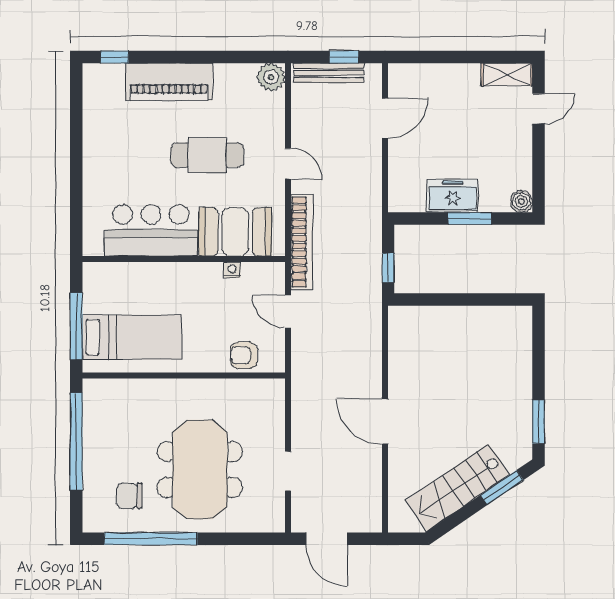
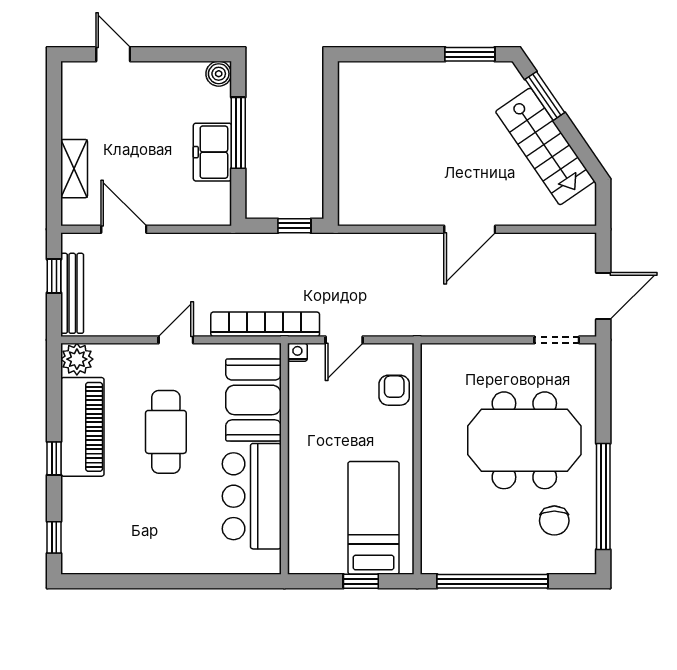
window: (184, 57) -> (54, 458), added
shelving: (507, 75) -> (74, 169), moved
piano: (169, 82) -> (82, 427), moved
window: (470, 219) -> (238, 133), width x1.44
nightstand: (232, 270) -> (297, 352), moved, turned 90
window: (76, 326) -> (361, 581), width x0.46
armchair: (244, 355) -> (394, 390), turned 180
doorway: (288, 471) -> (557, 340), moved

